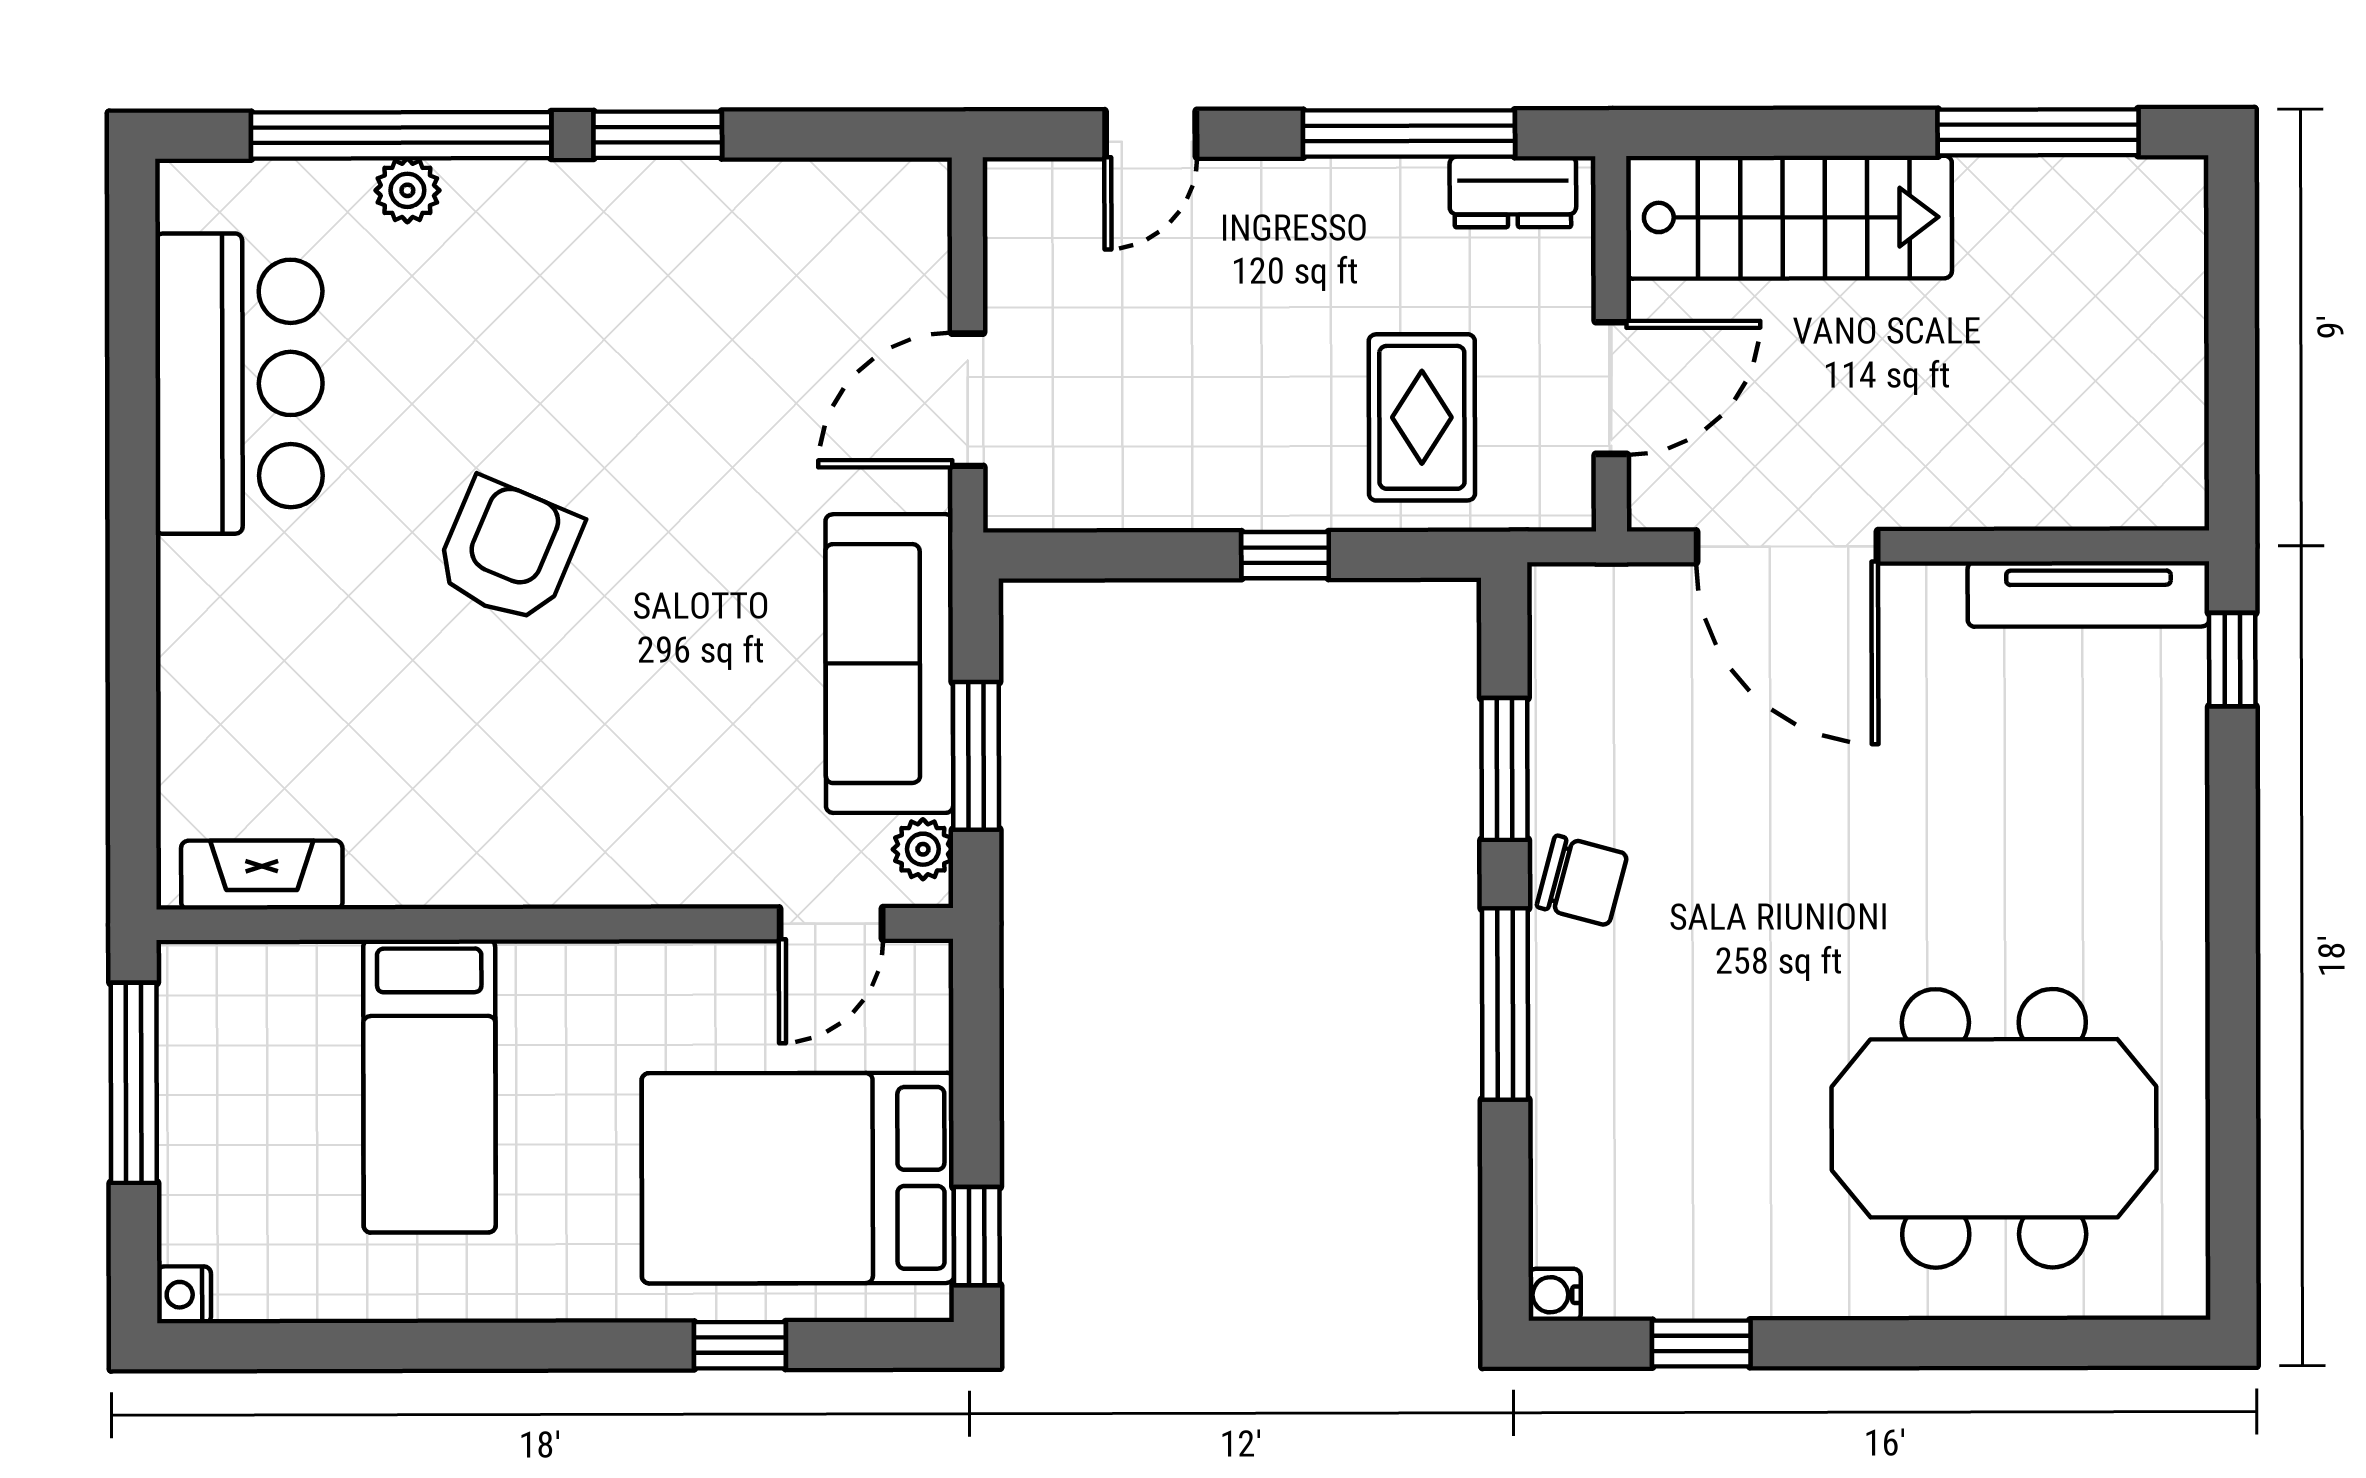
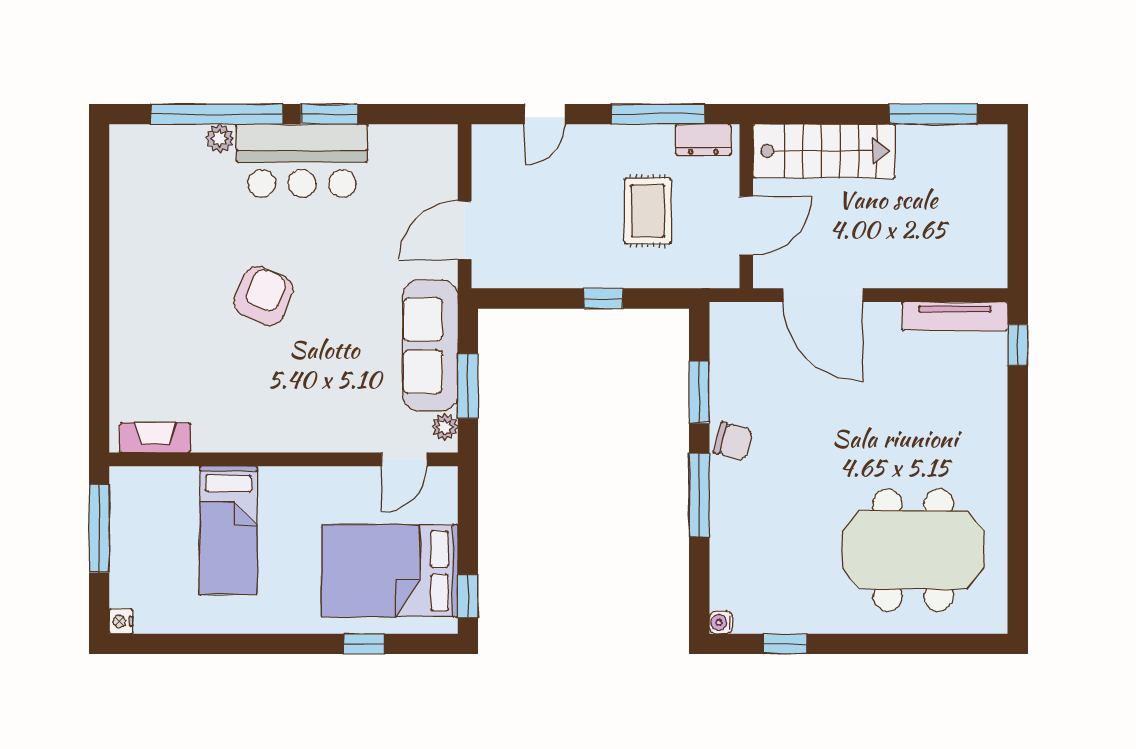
bar counter: (239, 384) -> (302, 161), moved, turned 90
rug: (1422, 417) -> (648, 211), moved

